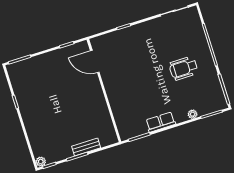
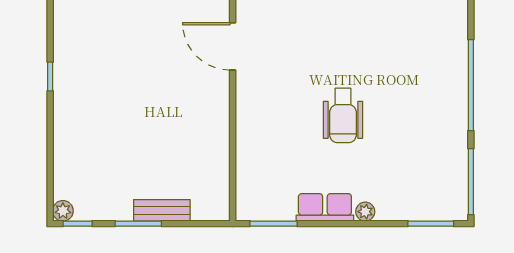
wheelchair: (184, 68) -> (343, 115), moved, turned -90
plant: (193, 114) -> (365, 212), moved

